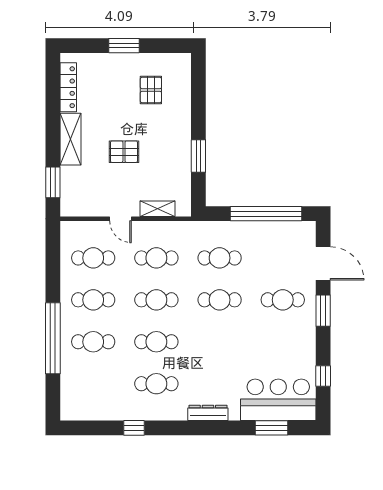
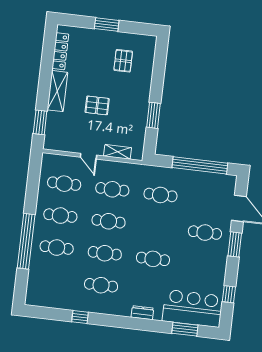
cafe table: (220, 300) -> (153, 259), moved
dresser: (208, 413) -> (142, 313), width x0.70

